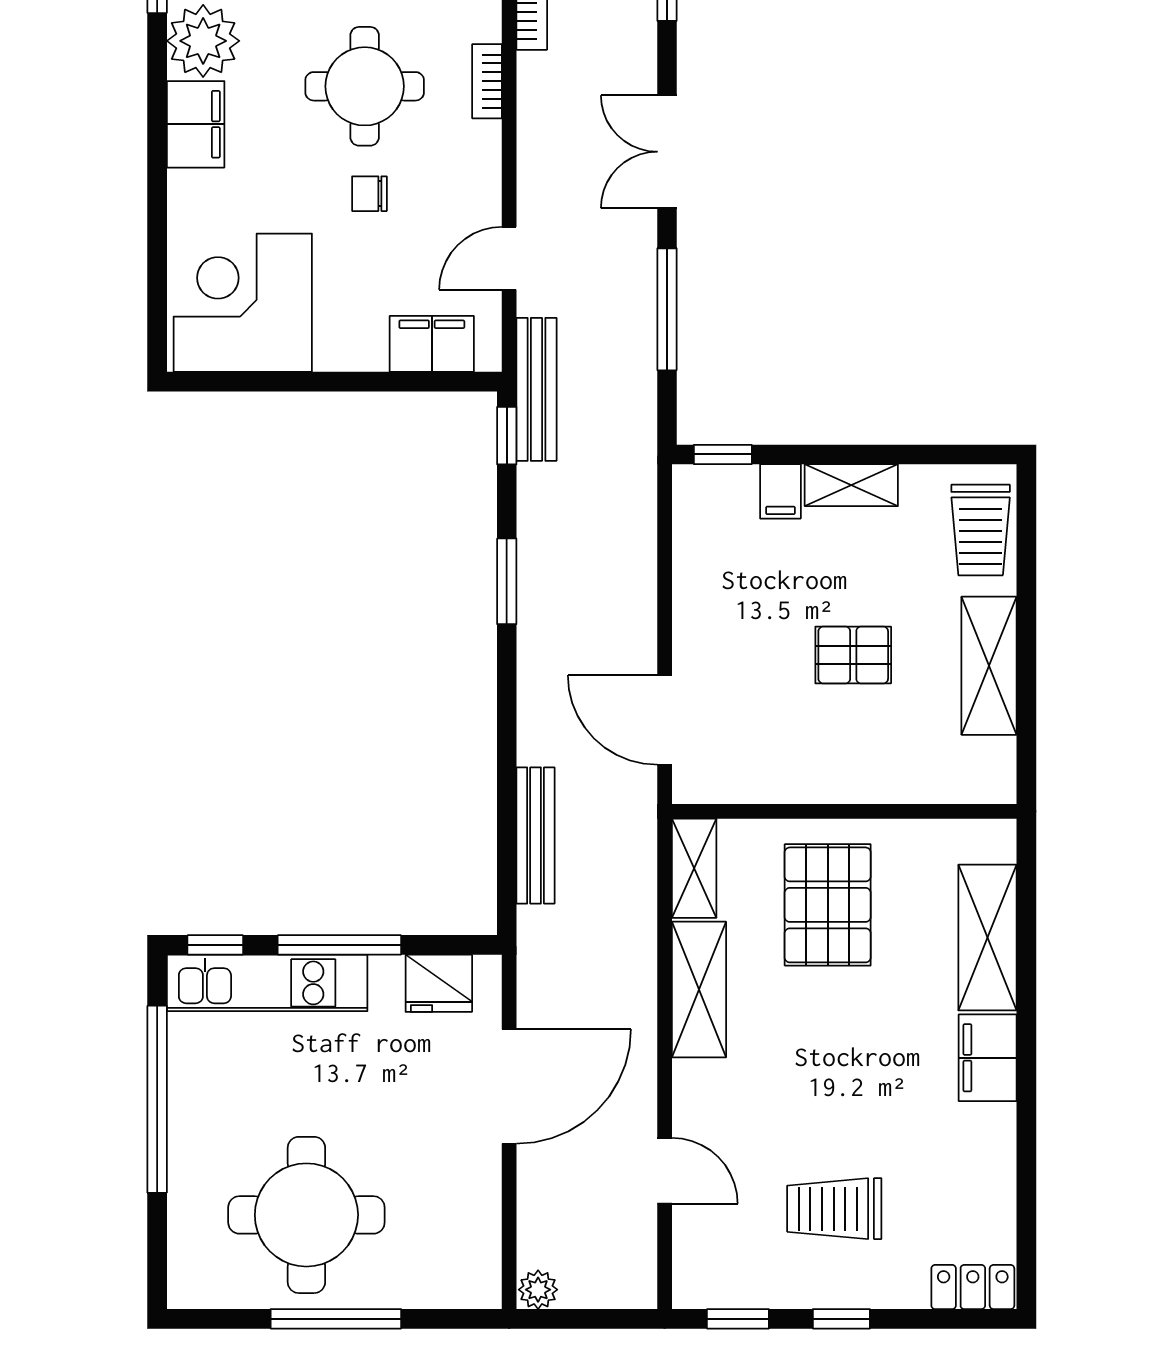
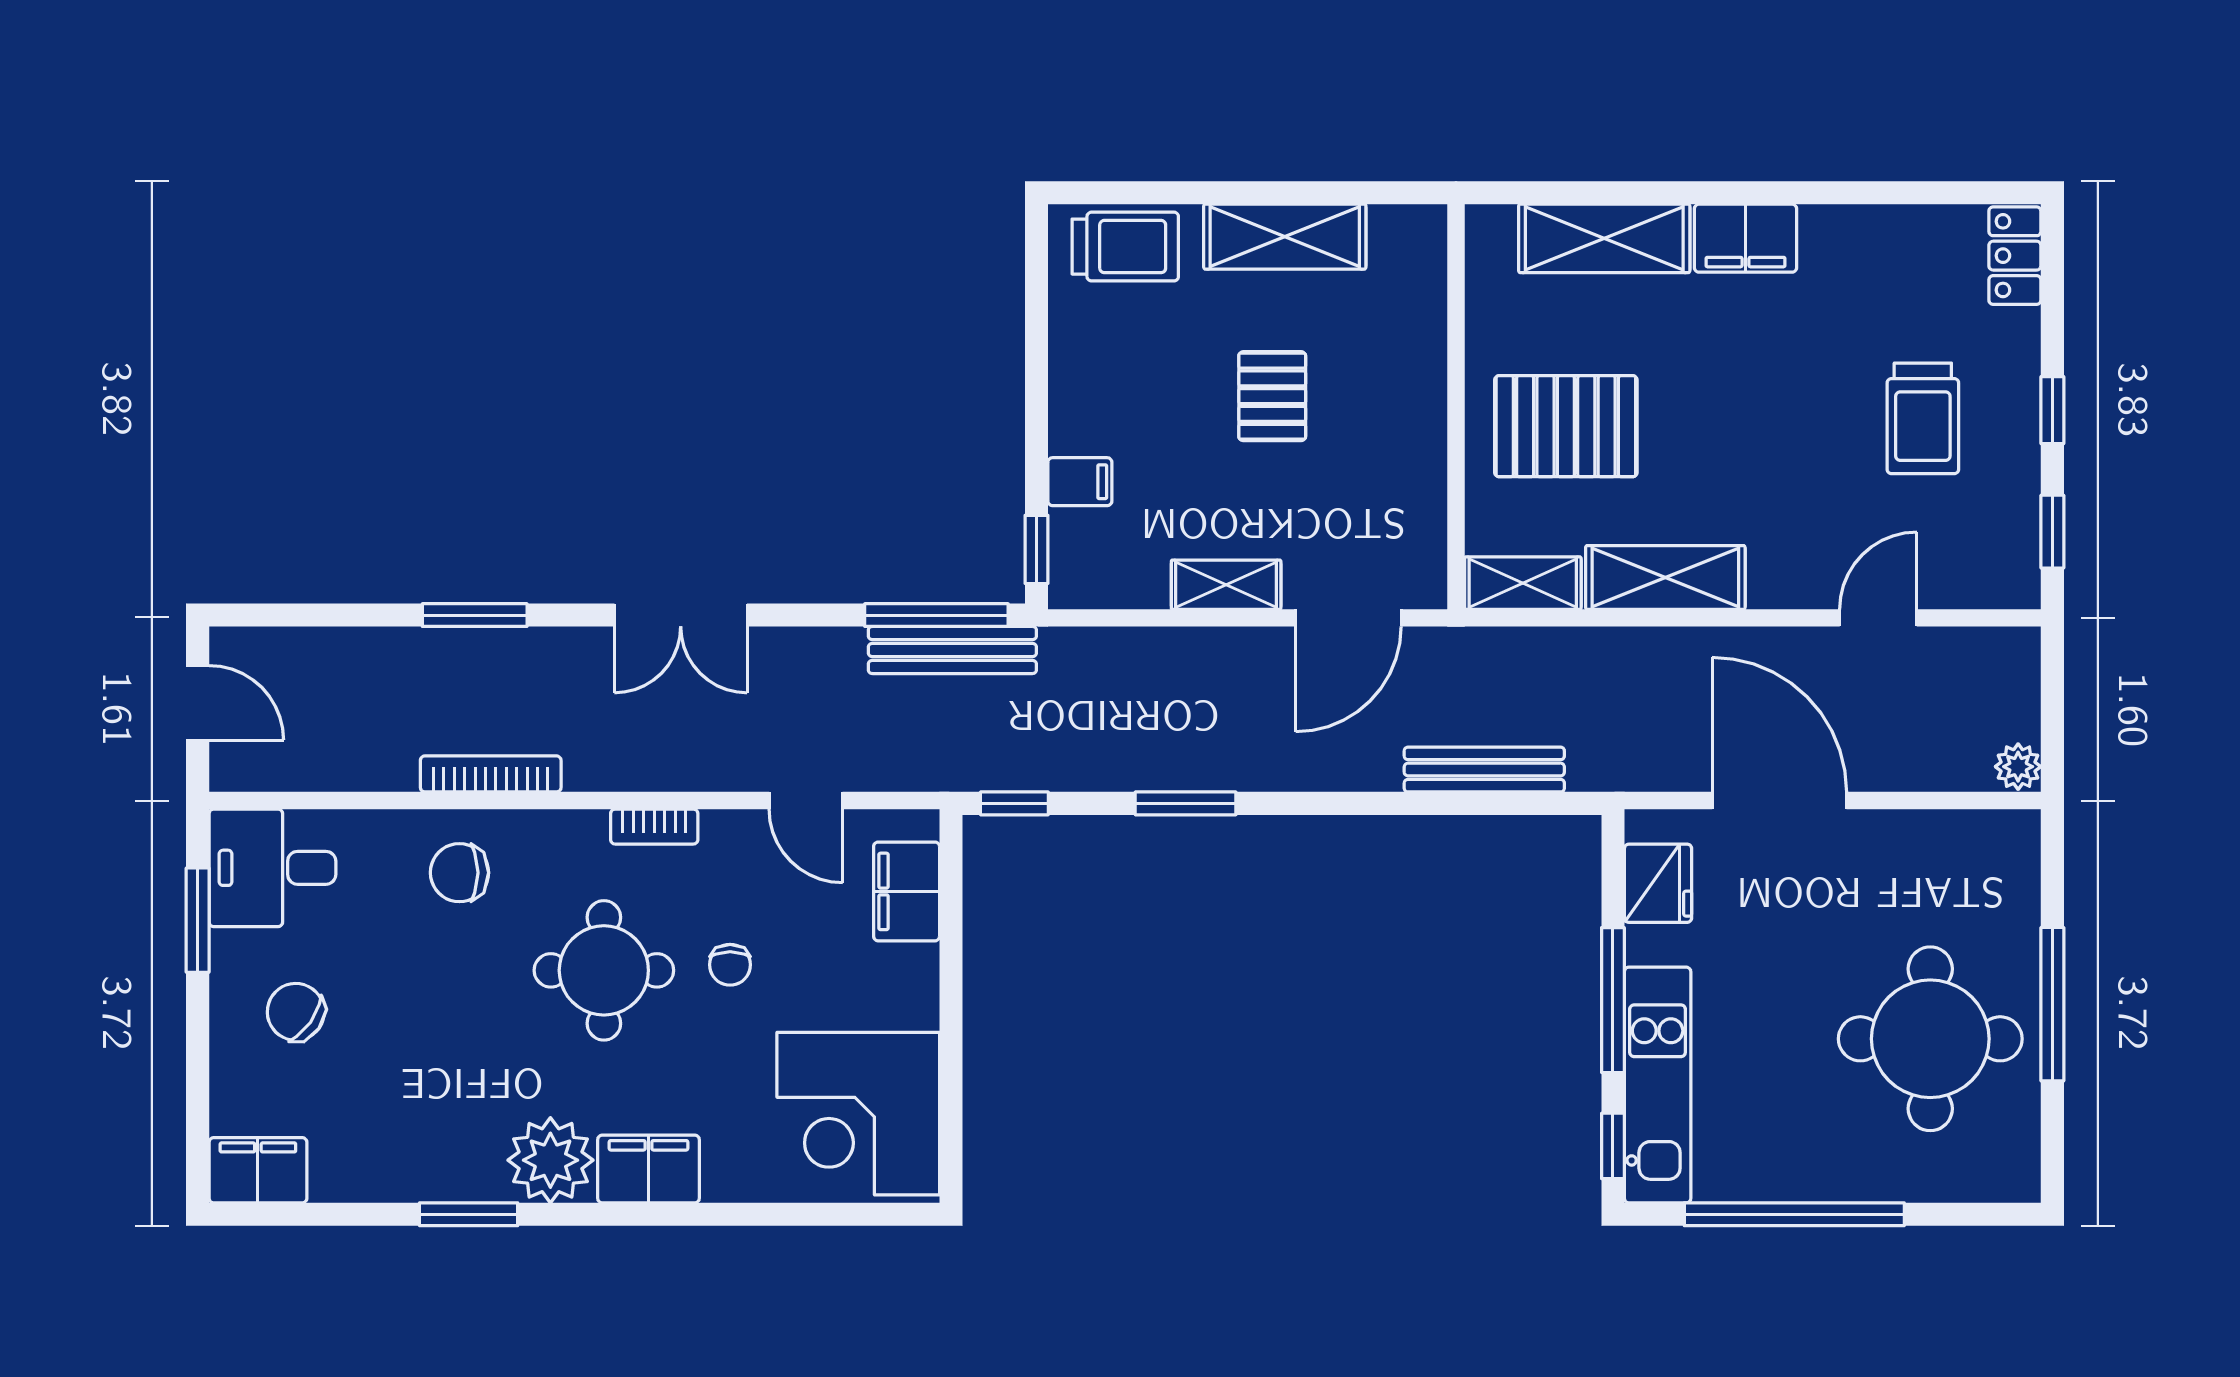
bookcase: (487, 81) -> (654, 827), moved
window: (667, 309) -> (936, 615), moved
bench: (536, 389) -> (952, 650), moved
shelving: (851, 485) -> (1226, 585), moved, turned 90

